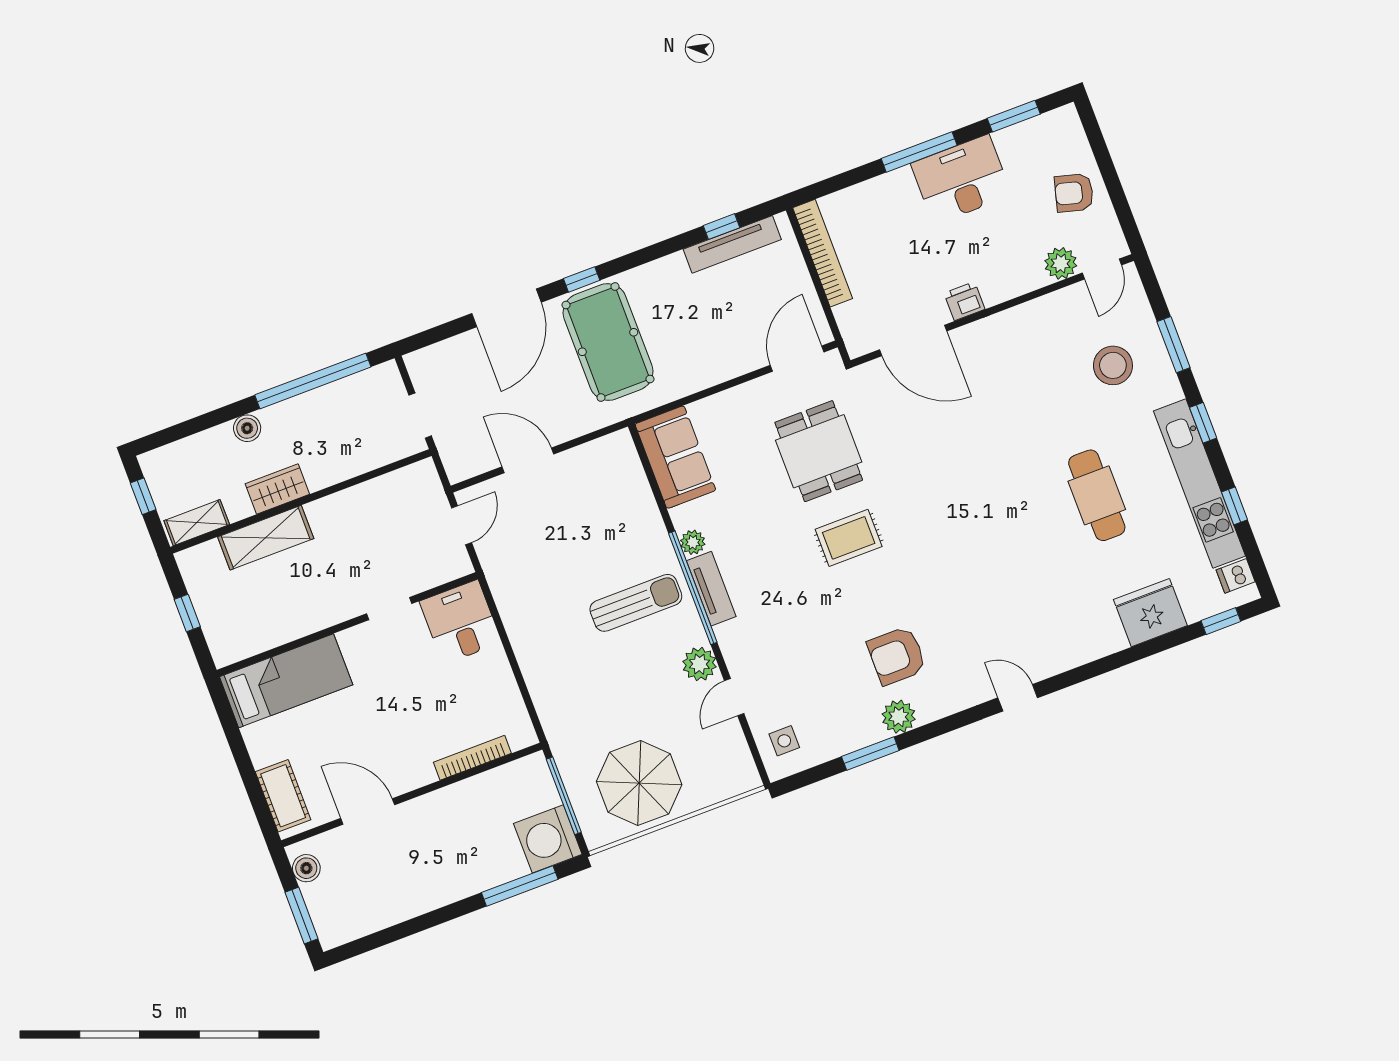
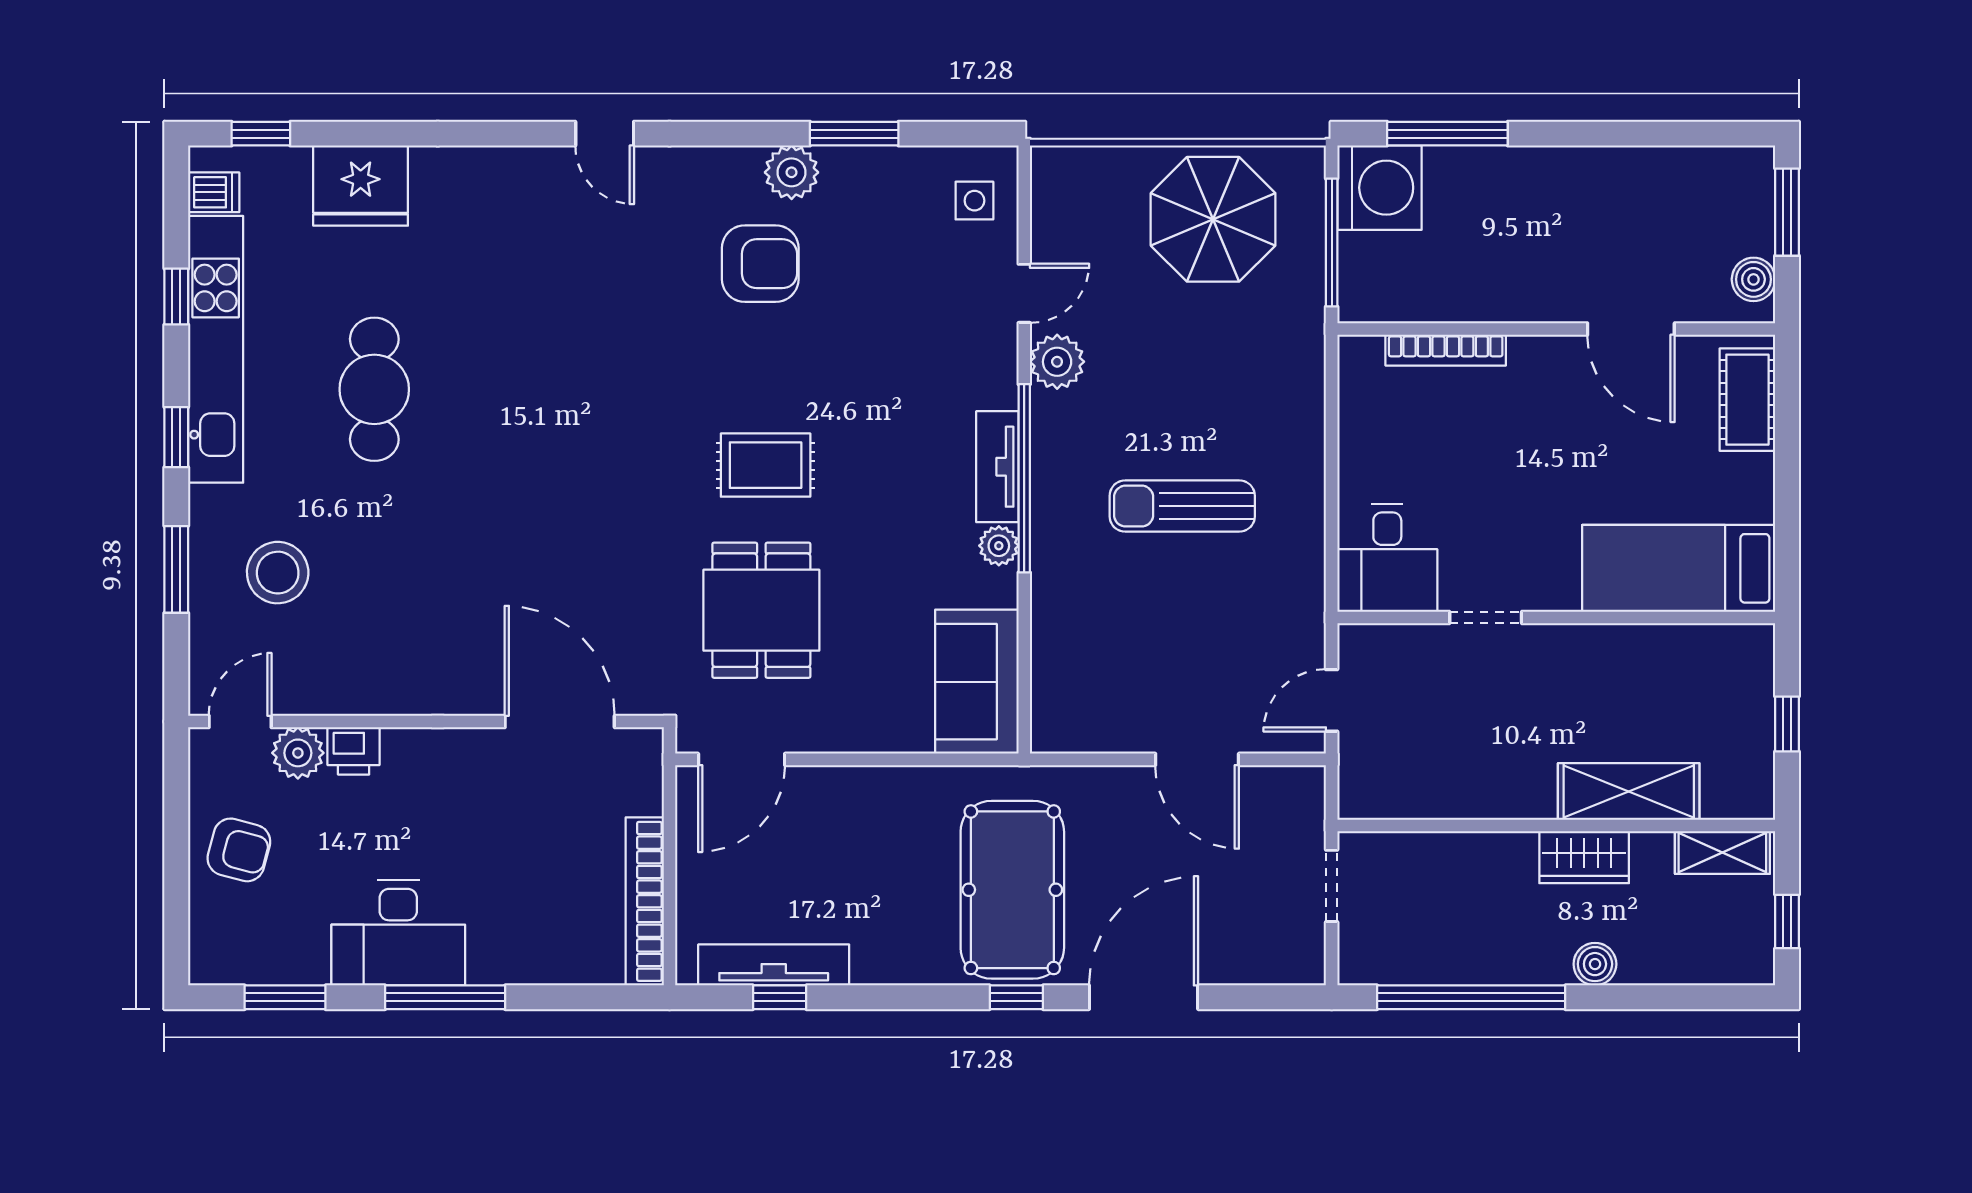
printer: (964, 301) -> (354, 751), moved
sun lounger: (636, 603) -> (1182, 506), moved

